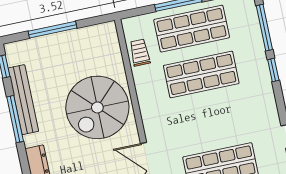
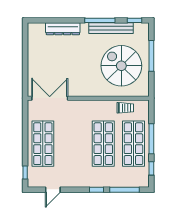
spiral stairs: (97, 107) -> (121, 66), moved

